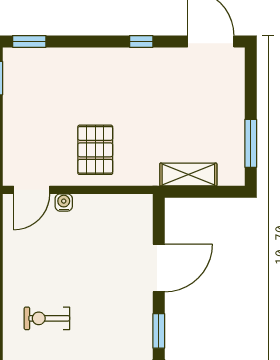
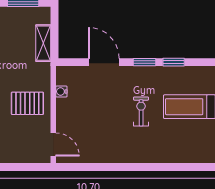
water cooler: (64, 202) -> (61, 91), moved
exercise bike: (47, 318) -> (141, 111), moved, turned 180

